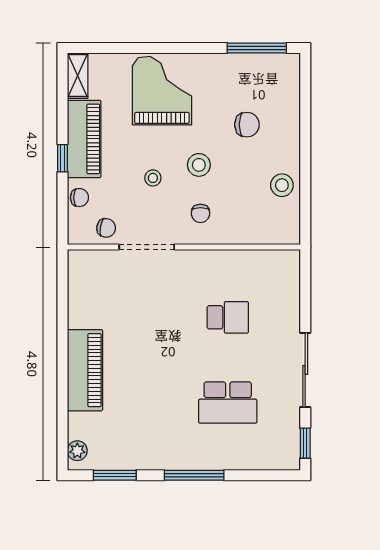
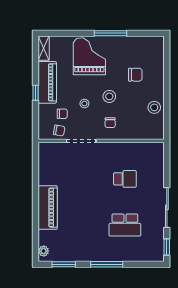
window: (257, 48) -> (110, 33), moved
chair: (79, 198) -> (62, 114), moved

